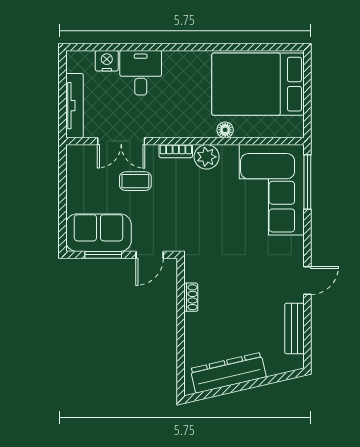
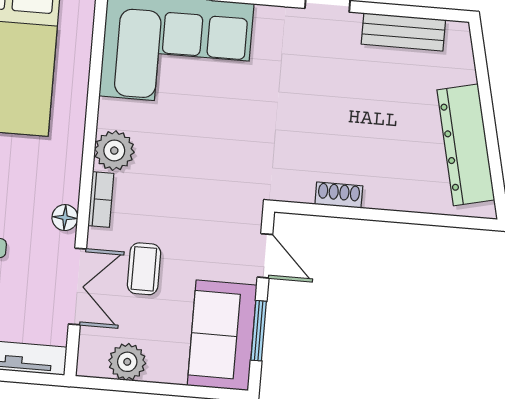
floor lamp: (225, 130) -> (65, 218), moved
plant: (77, 176) -> (127, 362), added

